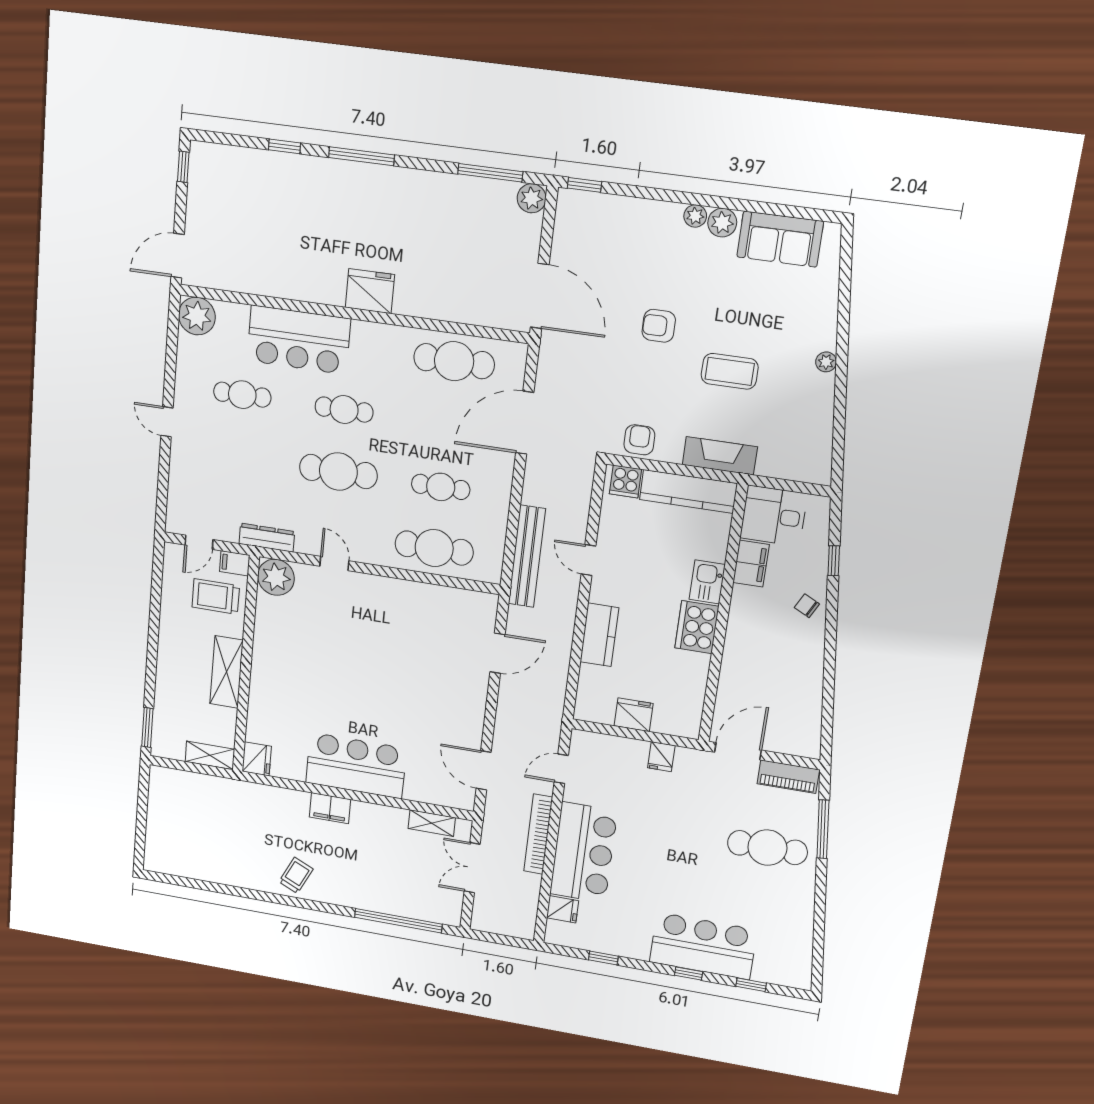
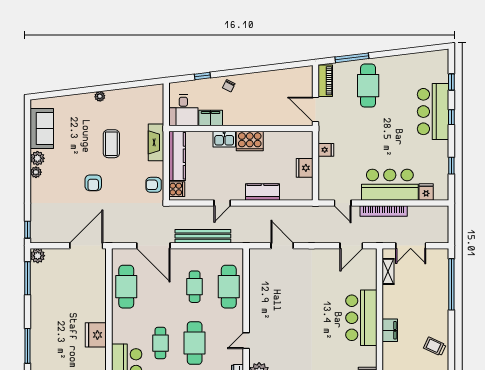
bench: (527, 556) -> (203, 236), moved

